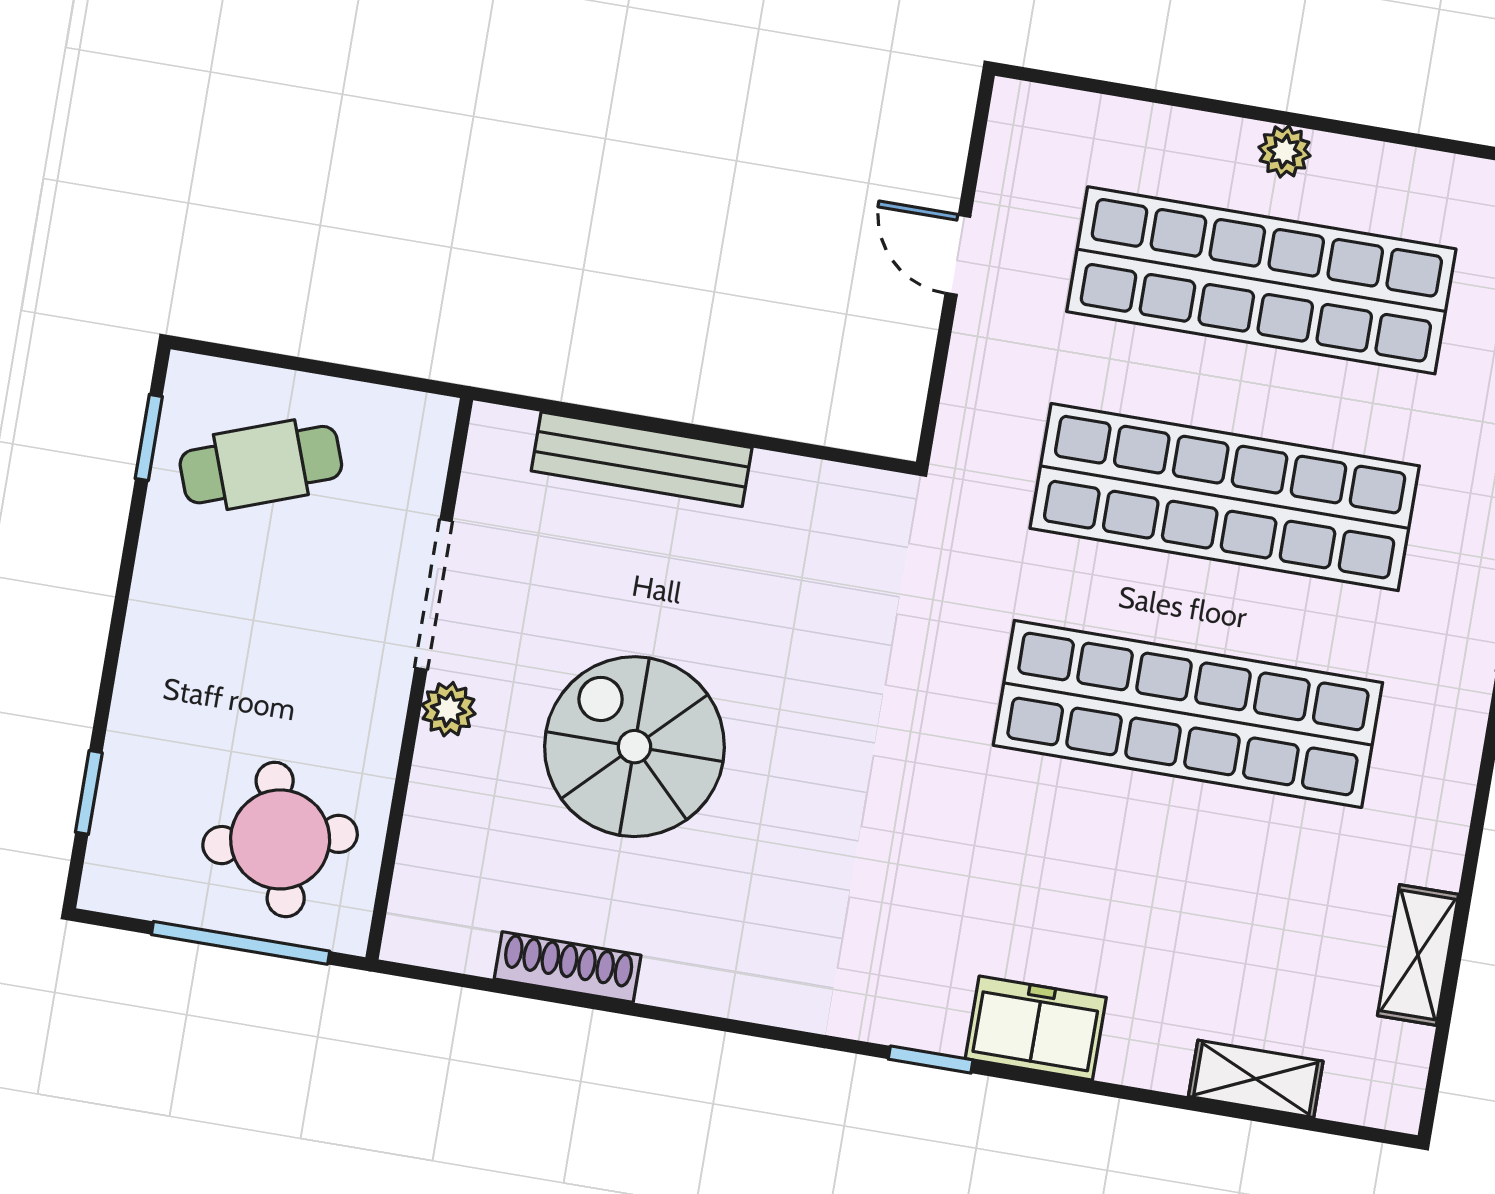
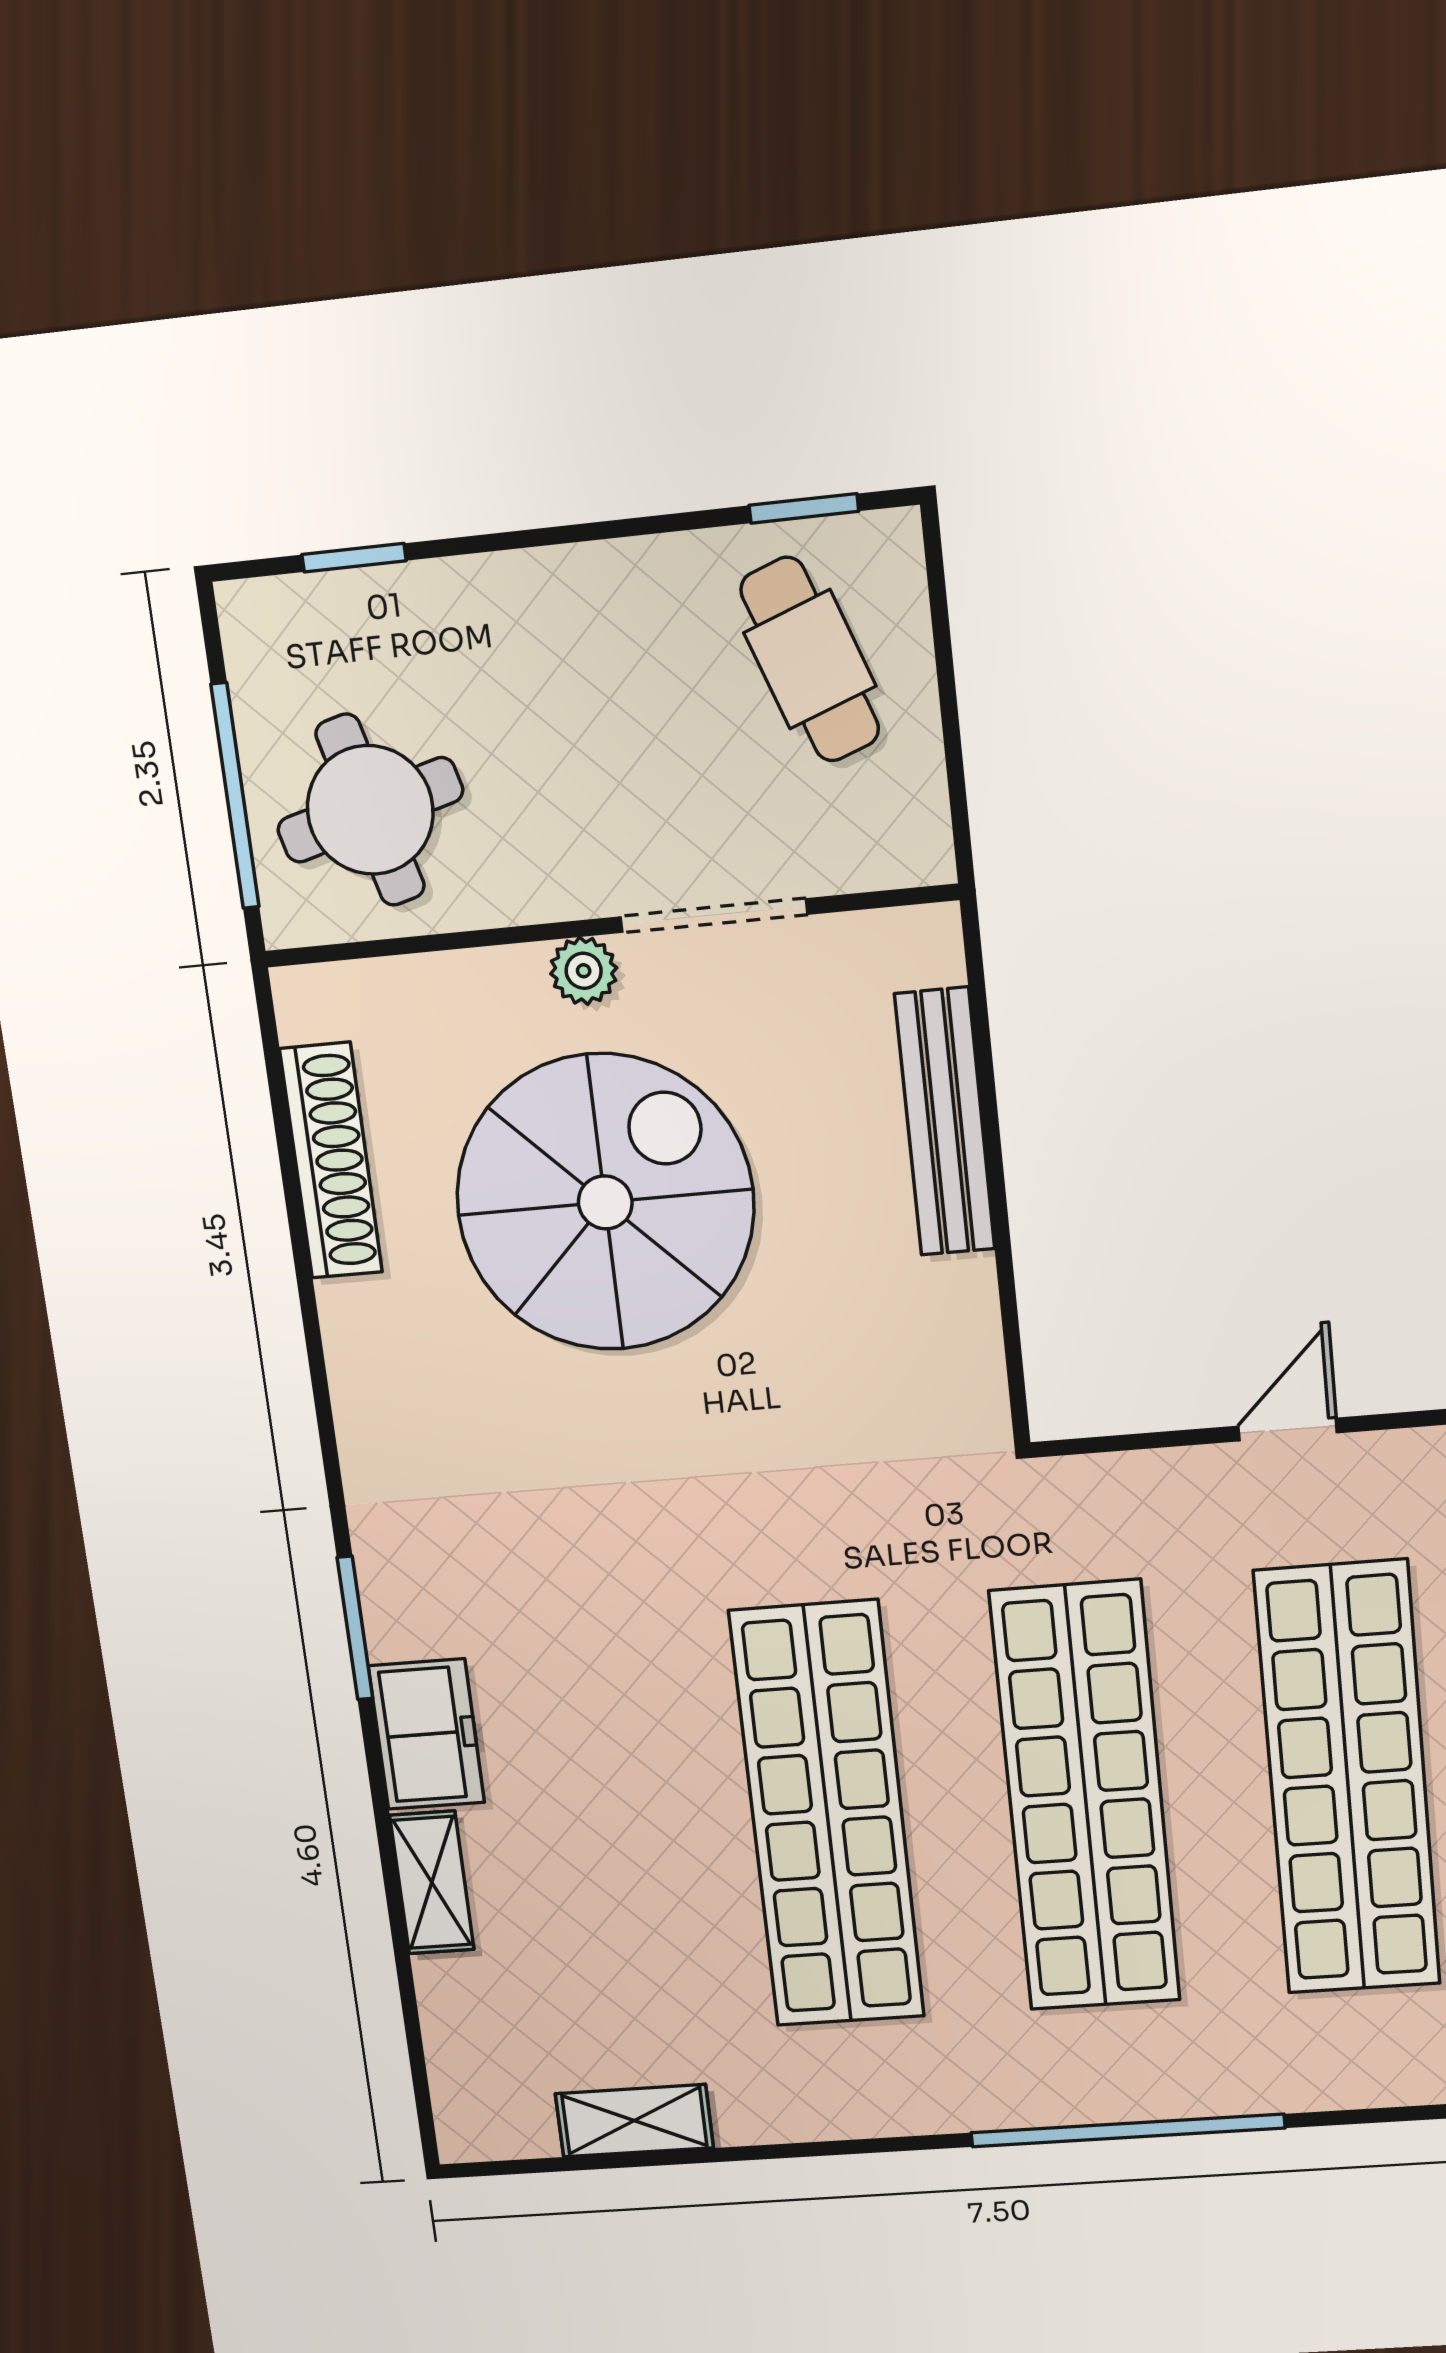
spiral stairs: (634, 747) -> (605, 1202), width x1.37, depth x1.37
shoe rack: (568, 967) -> (331, 1161), width x1.36, depth x1.24
window: (931, 1060) -> (355, 1628), width x1.50
shelving: (1256, 1079) -> (432, 1882), moved

